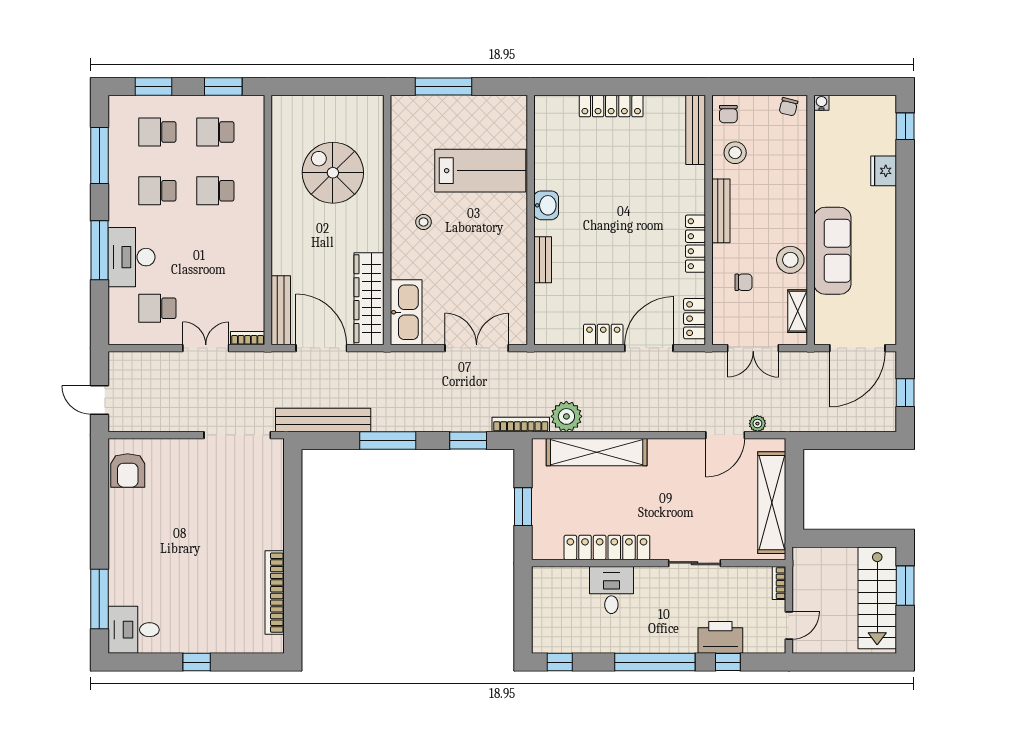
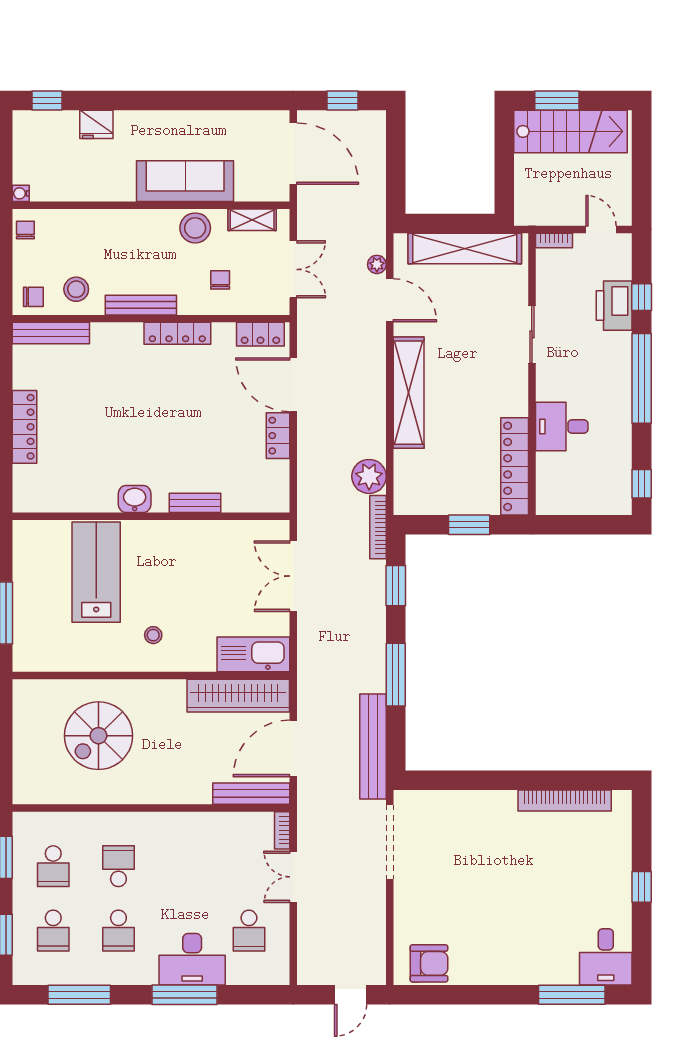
chair: (788, 107) -> (25, 230), turned -104
school desk: (215, 191) -> (118, 866), turned 180
shelving: (597, 452) -> (409, 393), moved
locker: (607, 548) -> (515, 466), moved

